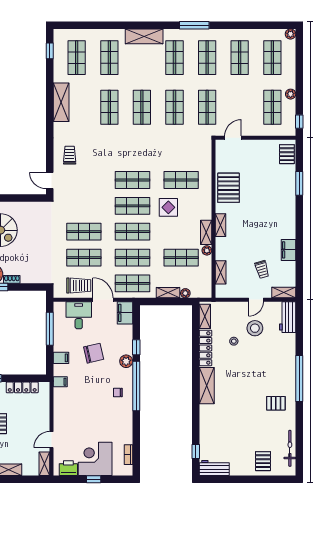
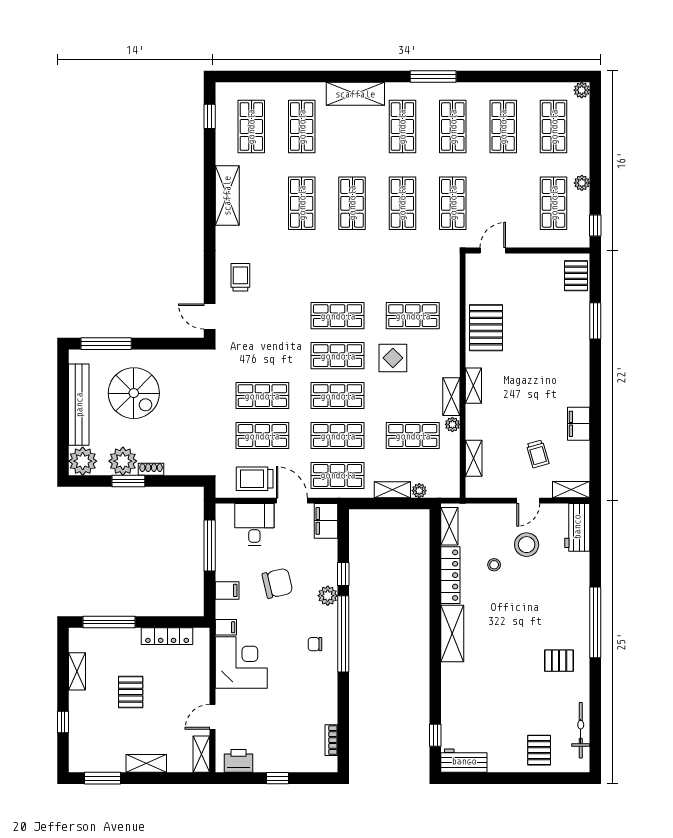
trolley: (79, 286) -> (255, 479), turned 180
corner desk: (95, 459) -> (241, 663), moved, turned 90

